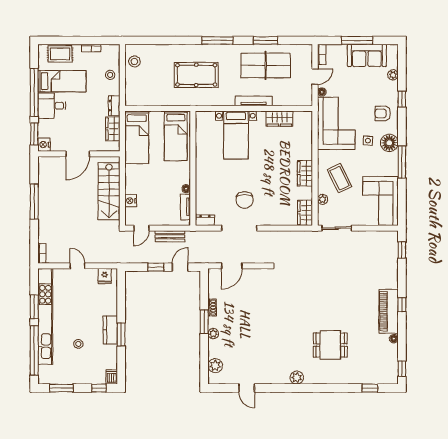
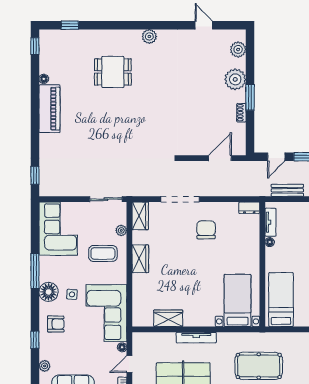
bed with nightstands: (236, 135) -> (238, 300), moved
coffee table: (339, 178) -> (103, 254), turned -64
doorway: (239, 228) -> (180, 199), moved
window: (402, 305) -> (35, 116), removed
plant: (213, 334) -> (235, 79), width x1.87, depth x1.87

